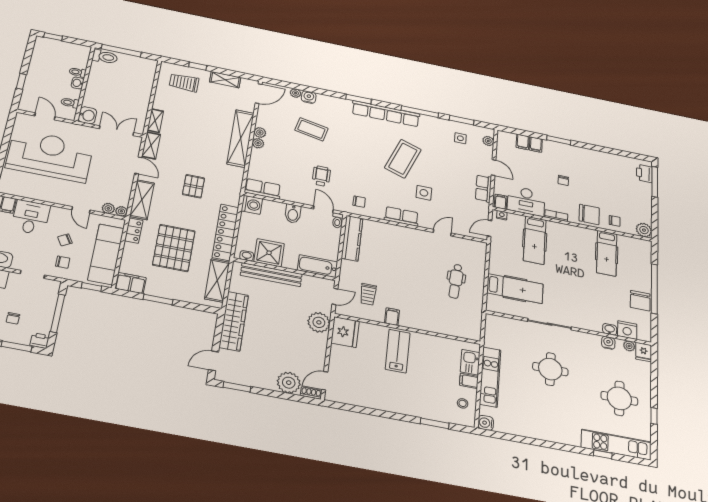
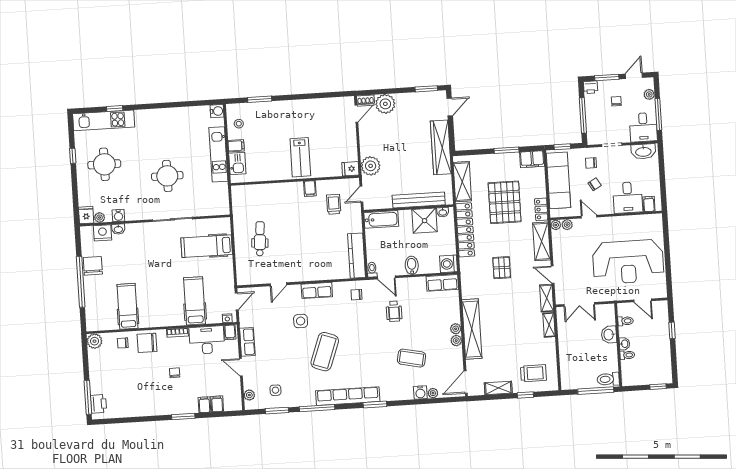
washbasin: (87, 115) -> (609, 335), moved
fridge: (345, 332) -> (350, 169), width x0.53, depth x0.75

